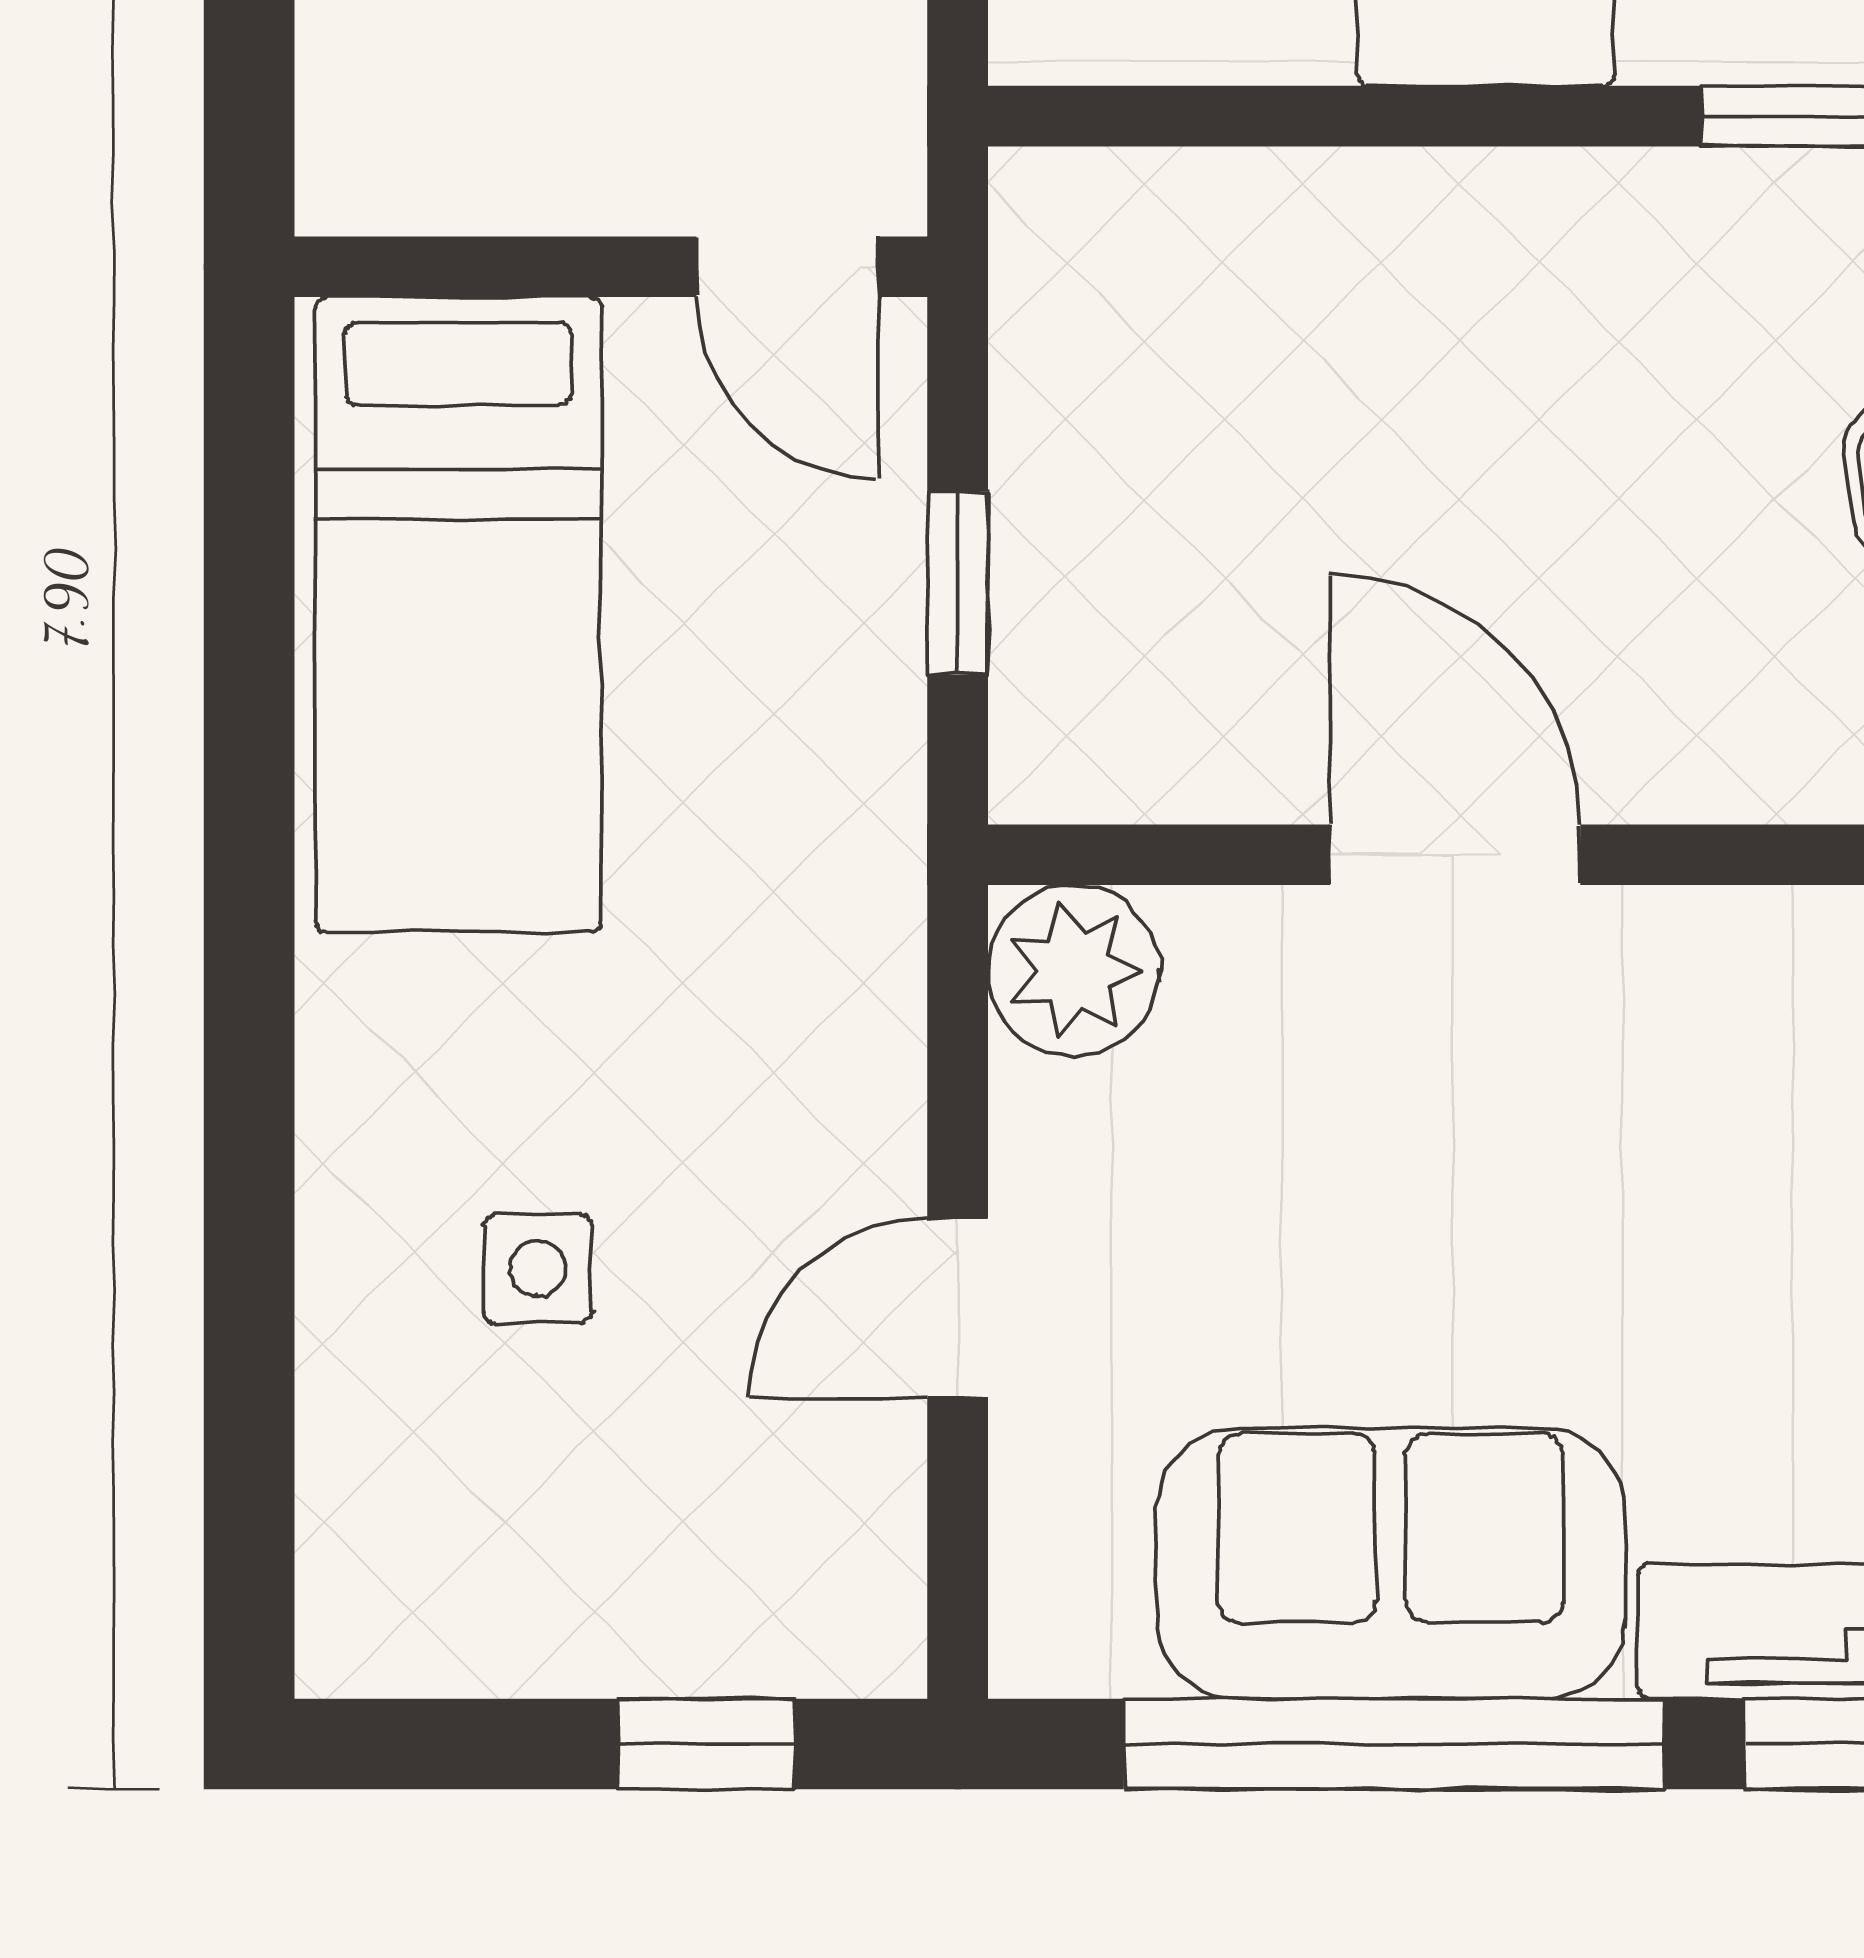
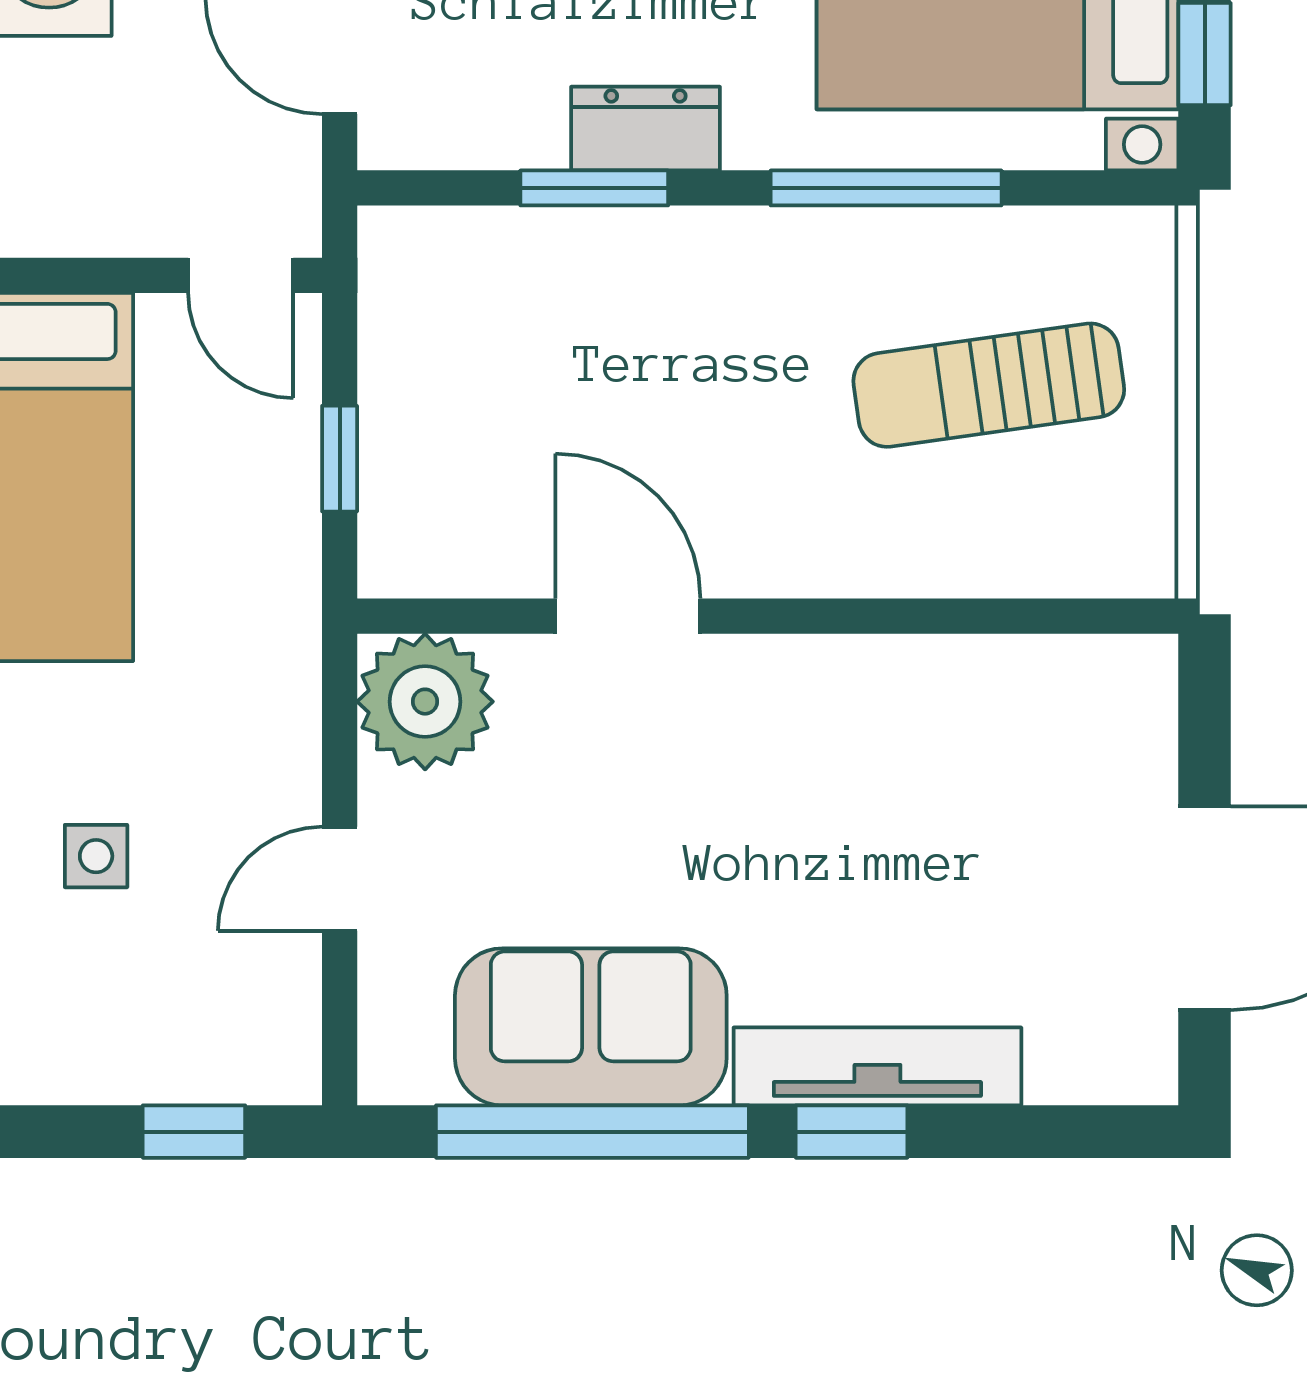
window: (1397, 116) -> (594, 188), added
plant: (1074, 971) -> (425, 702), width x1.36, depth x1.36

